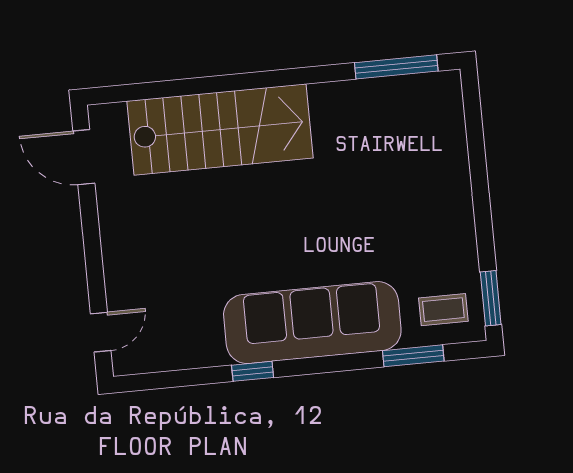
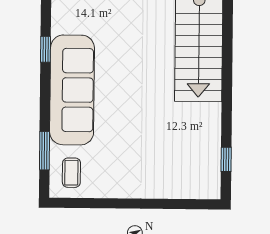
window: (396, 67) -> (226, 159), width x0.46
window: (491, 298) -> (75, 203), removed

